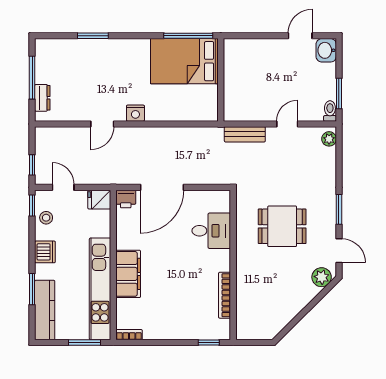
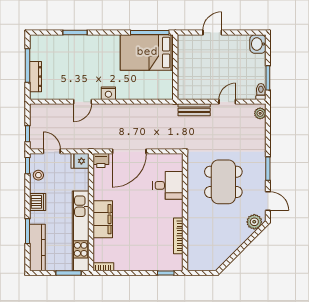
door: (300, 36) -> (212, 33), moved
dresser: (42, 98) -> (35, 77), width x1.44
dining table: (282, 226) -> (223, 182), width x1.38

